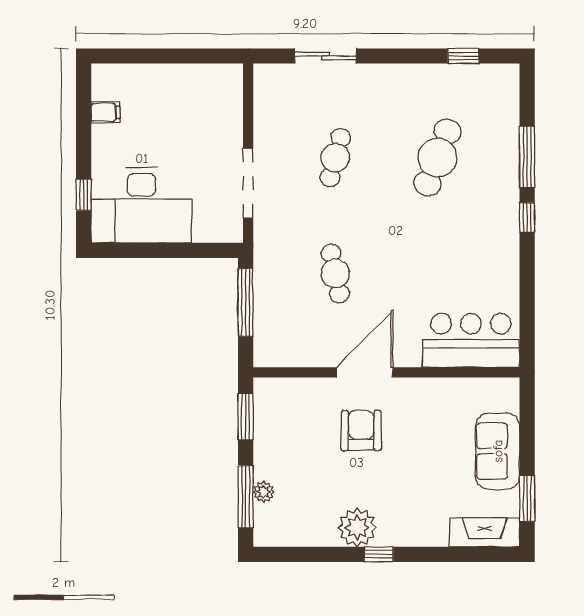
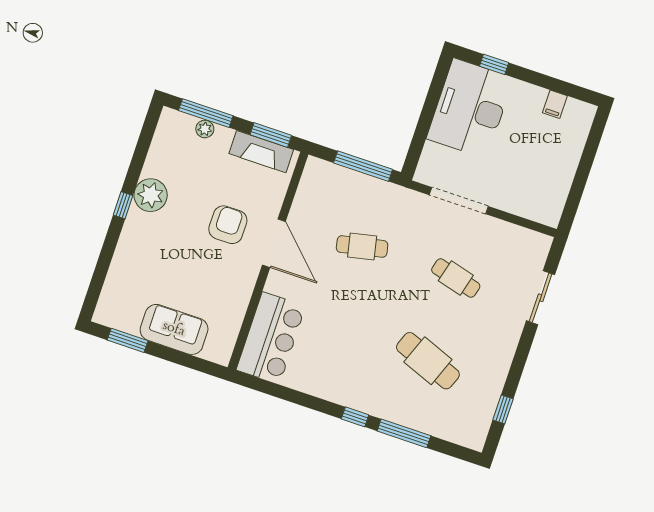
armchair: (361, 431) -> (228, 225), turned -90
fireplace: (484, 532) -> (261, 152), moved, turned 90

